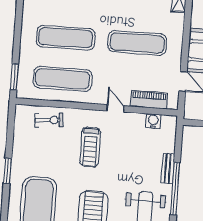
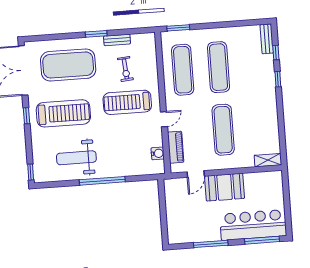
exercise bike: (49, 120) -> (125, 69), moved
treadmill: (90, 147) -> (127, 102), width x1.37, depth x1.38
bench: (168, 169) -> (117, 40), moved

